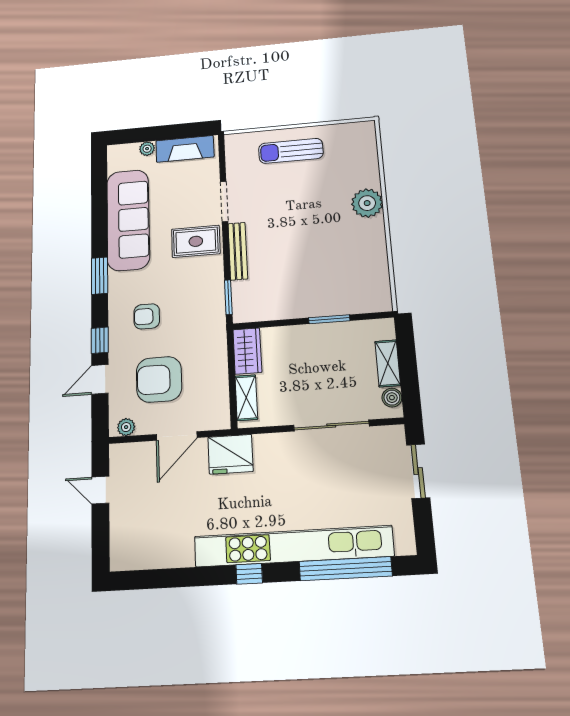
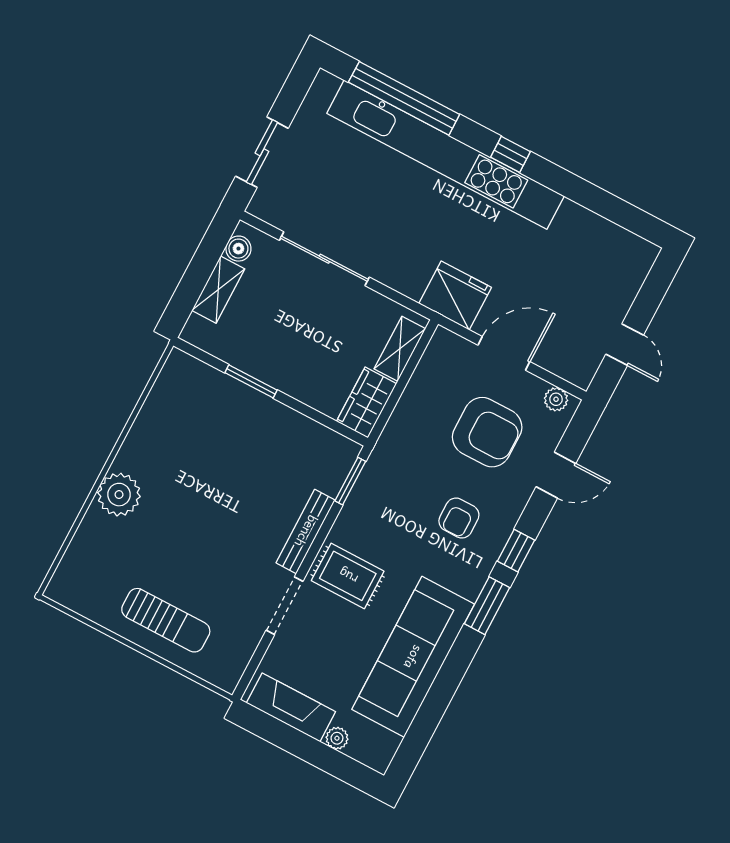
armchair: (147, 316) -> (459, 518), turned 90
window: (100, 340) -> (516, 551), moved

